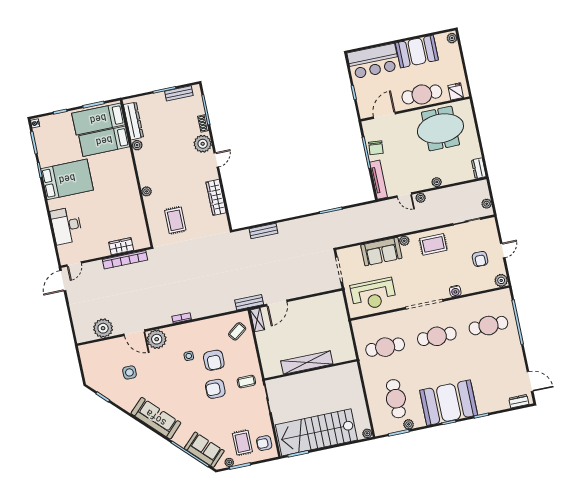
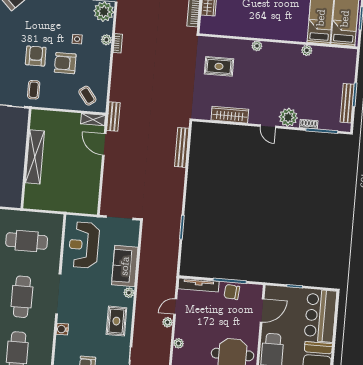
bench: (179, 93) -> (347, 103), width x1.36
door: (384, 115) -> (262, 310), hinge flipped
dresser: (133, 121) -> (332, 54), removed
bench: (263, 231) -> (182, 147), width x1.36
plant: (182, 329) -> (106, 40), added
cafe table: (385, 347) -> (27, 241), turned 90

